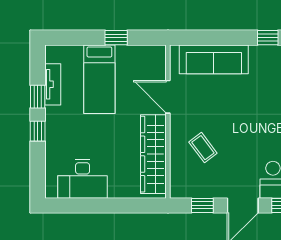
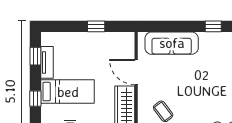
bed: (99, 79) -> (68, 92), moved, turned -90
window: (38, 97) -> (35, 56), moved

